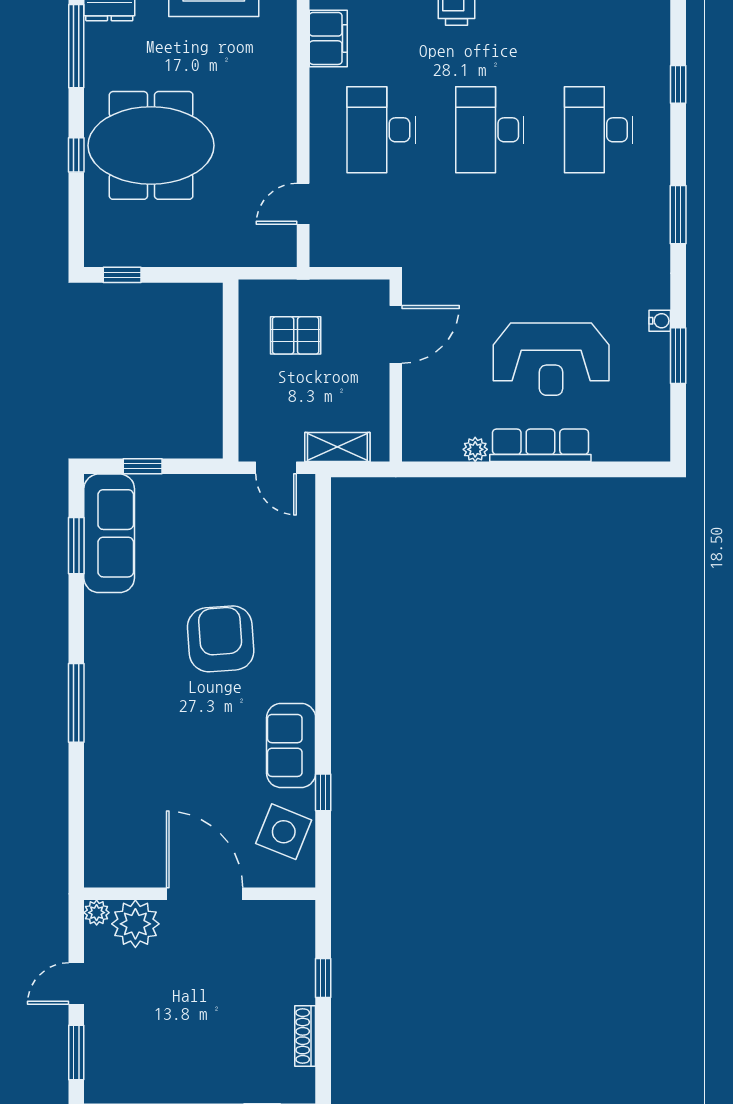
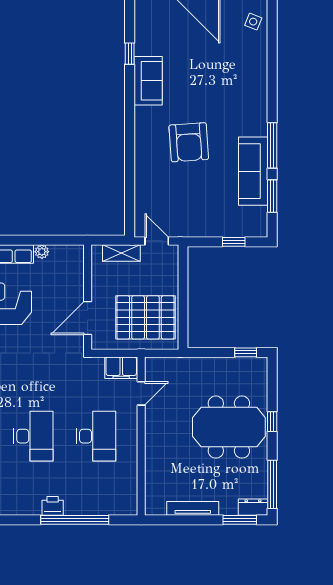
filing cabinet: (328, 38) -> (121, 368), moved, turned -90
pallet: (296, 335) -> (145, 317), width x2.05, depth x2.00
sofa: (109, 533) -> (253, 171), moved
window: (76, 703) -> (272, 145), moved
side table: (284, 832) -> (253, 22), moved, width x0.54, depth x0.54

